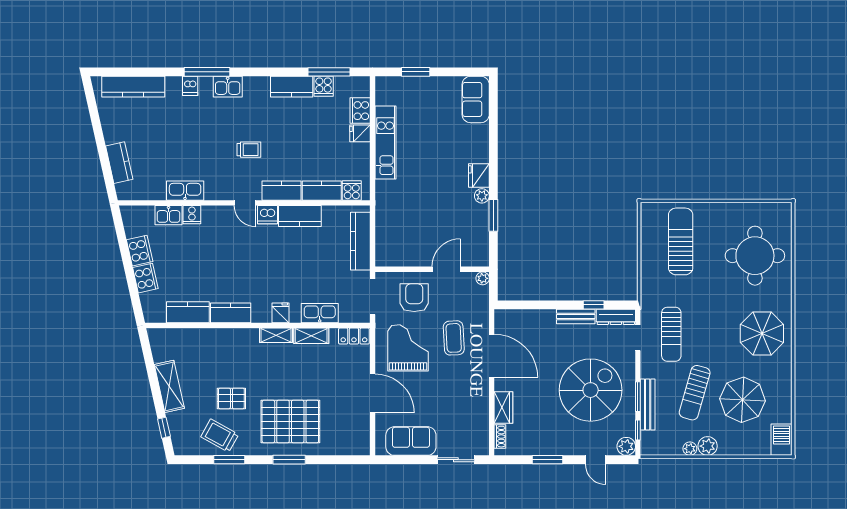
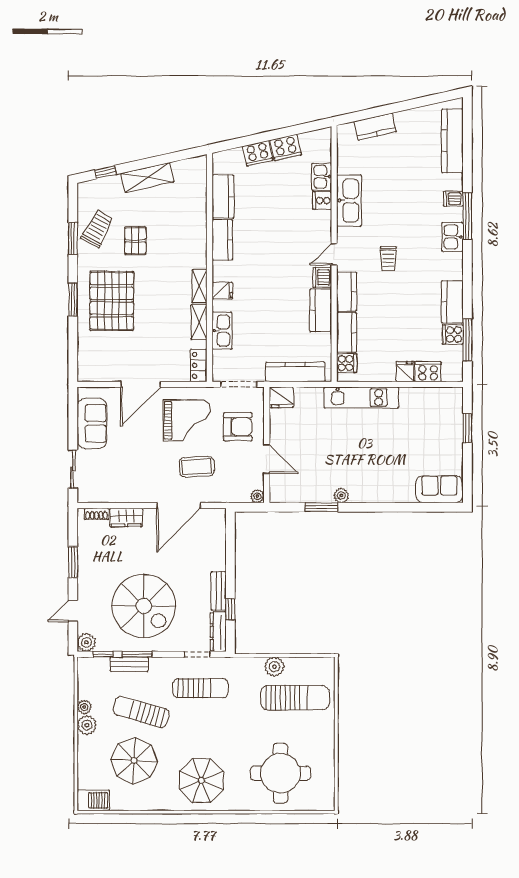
kitchen unit: (385, 143) -> (361, 397), moved
fridge: (479, 175) -> (281, 397), moved, turned 180
kitchen sink: (185, 191) -> (349, 200), width x1.36, depth x1.24
plant: (650, 262) -> (274, 667), added
sun lounger: (671, 334) -> (201, 688), turned 180
bench: (648, 405) -> (129, 664), width x0.73

